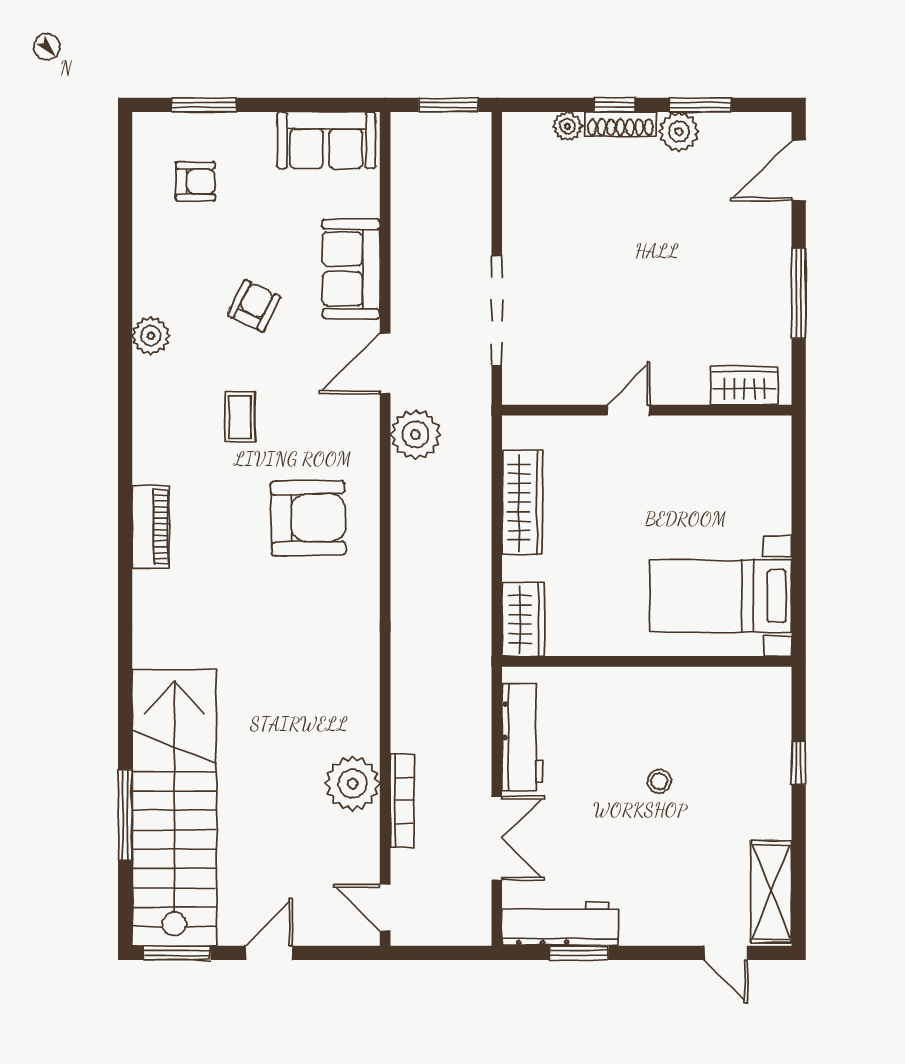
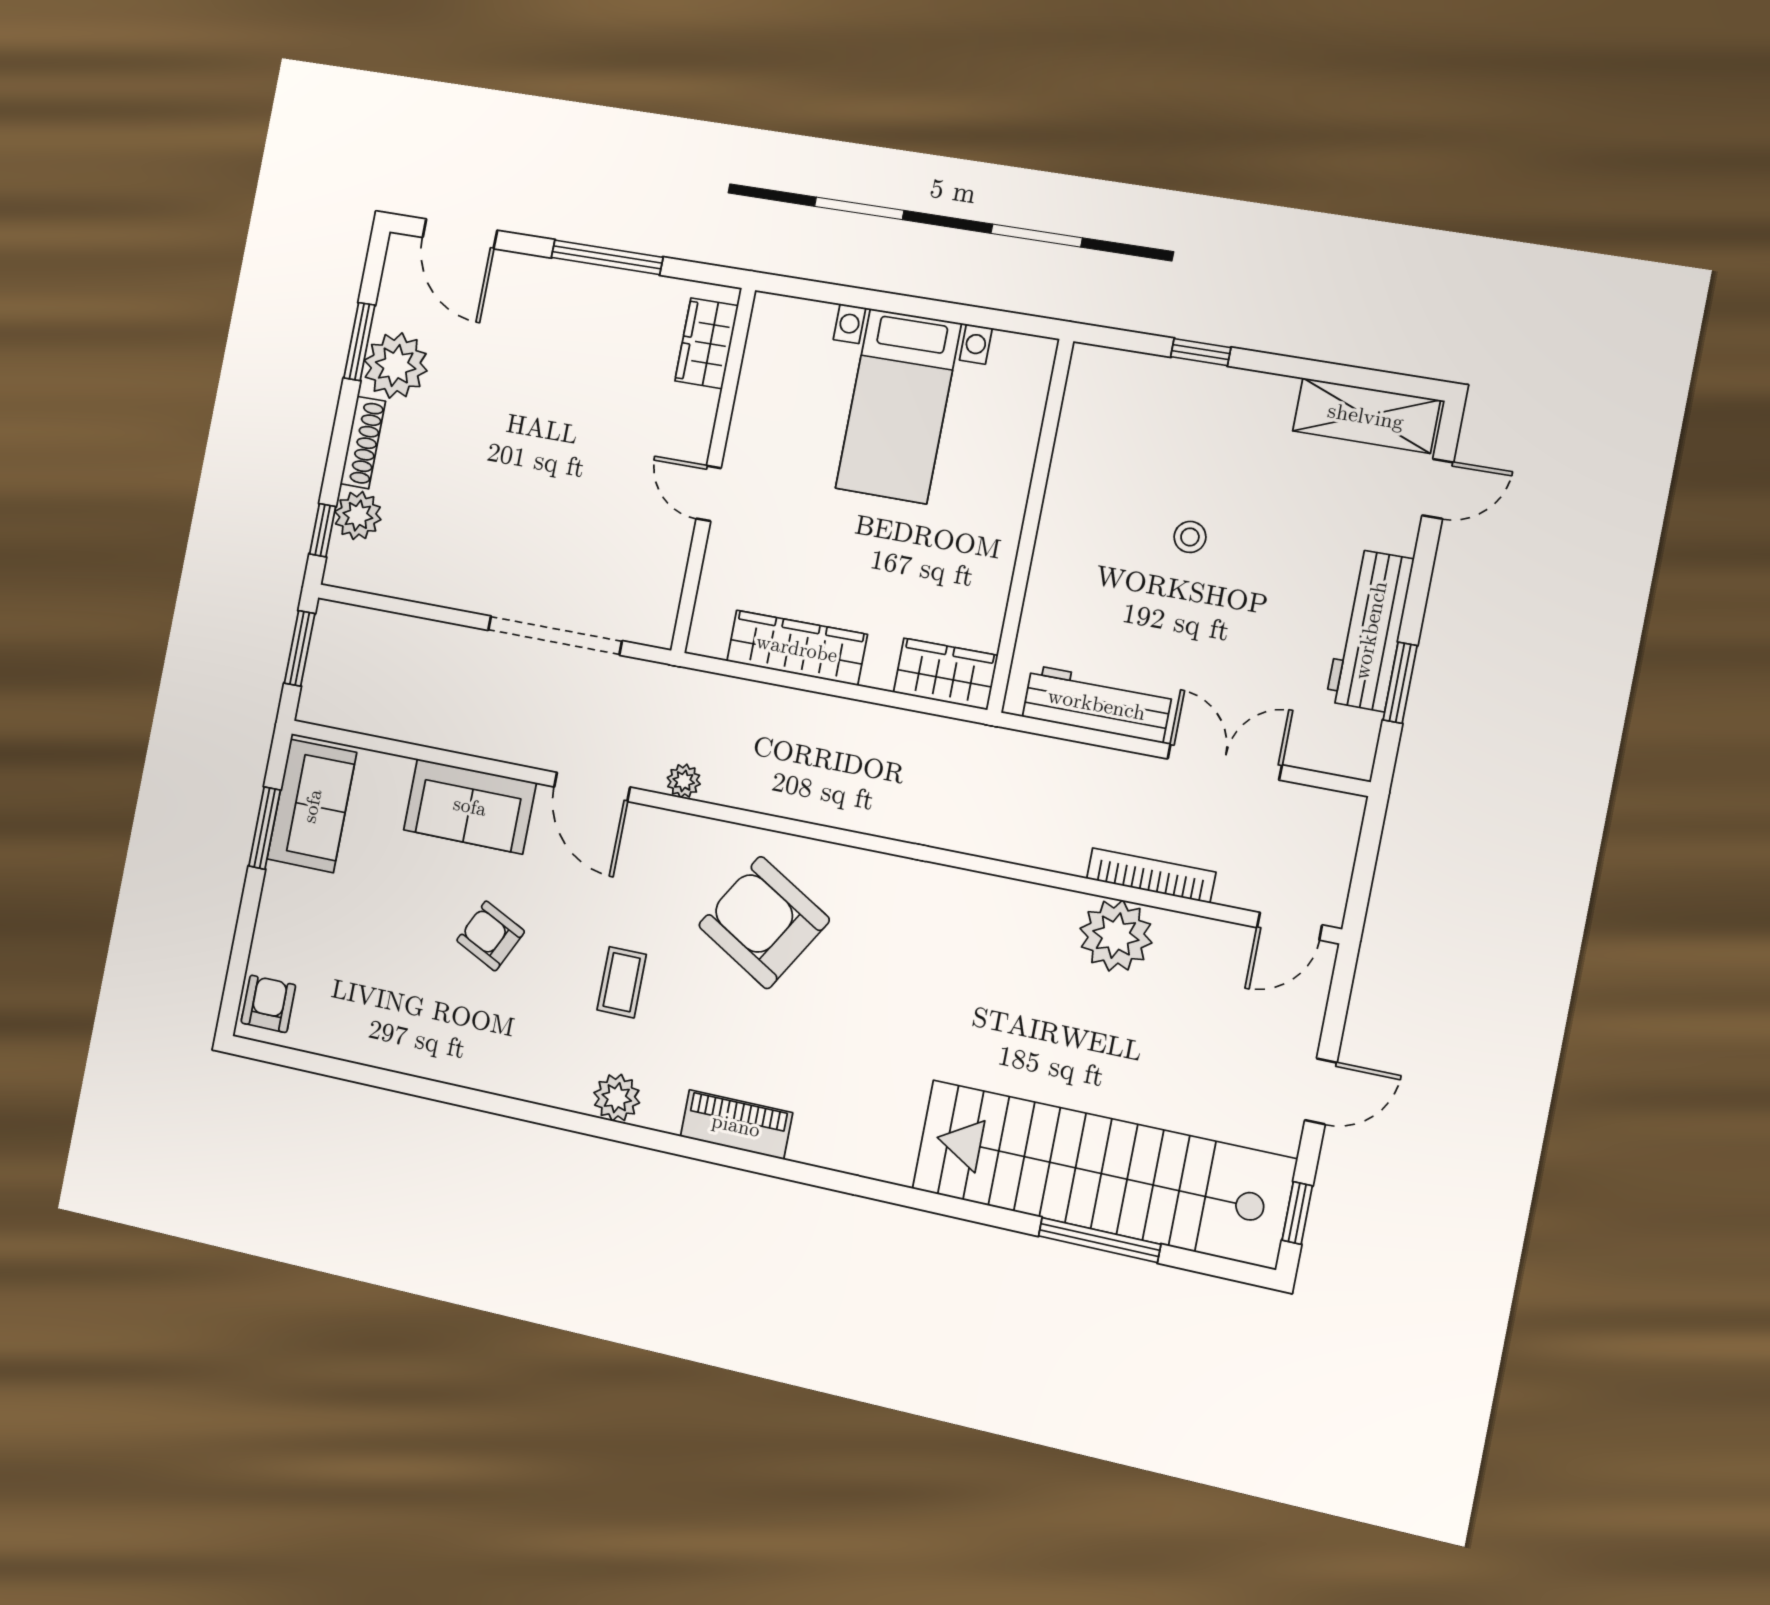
window: (204, 105) -> (265, 828), moved
window: (615, 105) -> (323, 530), moved
plant: (567, 126) -> (358, 515), width x1.38, depth x1.38
plant: (679, 132) -> (396, 365), width x1.36, depth x1.36
armchair: (195, 181) -> (268, 1004), moved
plant: (151, 336) -> (617, 1098), moved
coffee table: (240, 417) -> (622, 982), turned 90
plant: (415, 434) -> (684, 781), width x0.53, depth x0.53
armchair: (308, 518) -> (764, 923), turned -58
bed with nightstands: (721, 596) -> (898, 406), moved
workbench: (560, 924) -> (1370, 630), moved
window: (177, 953) -> (1297, 1213), width x0.67
door: (269, 953) -> (1321, 1091), swing flipped

